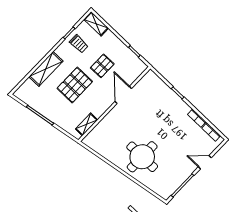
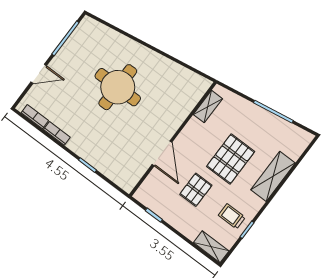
round table: (142, 157) -> (118, 87), moved

